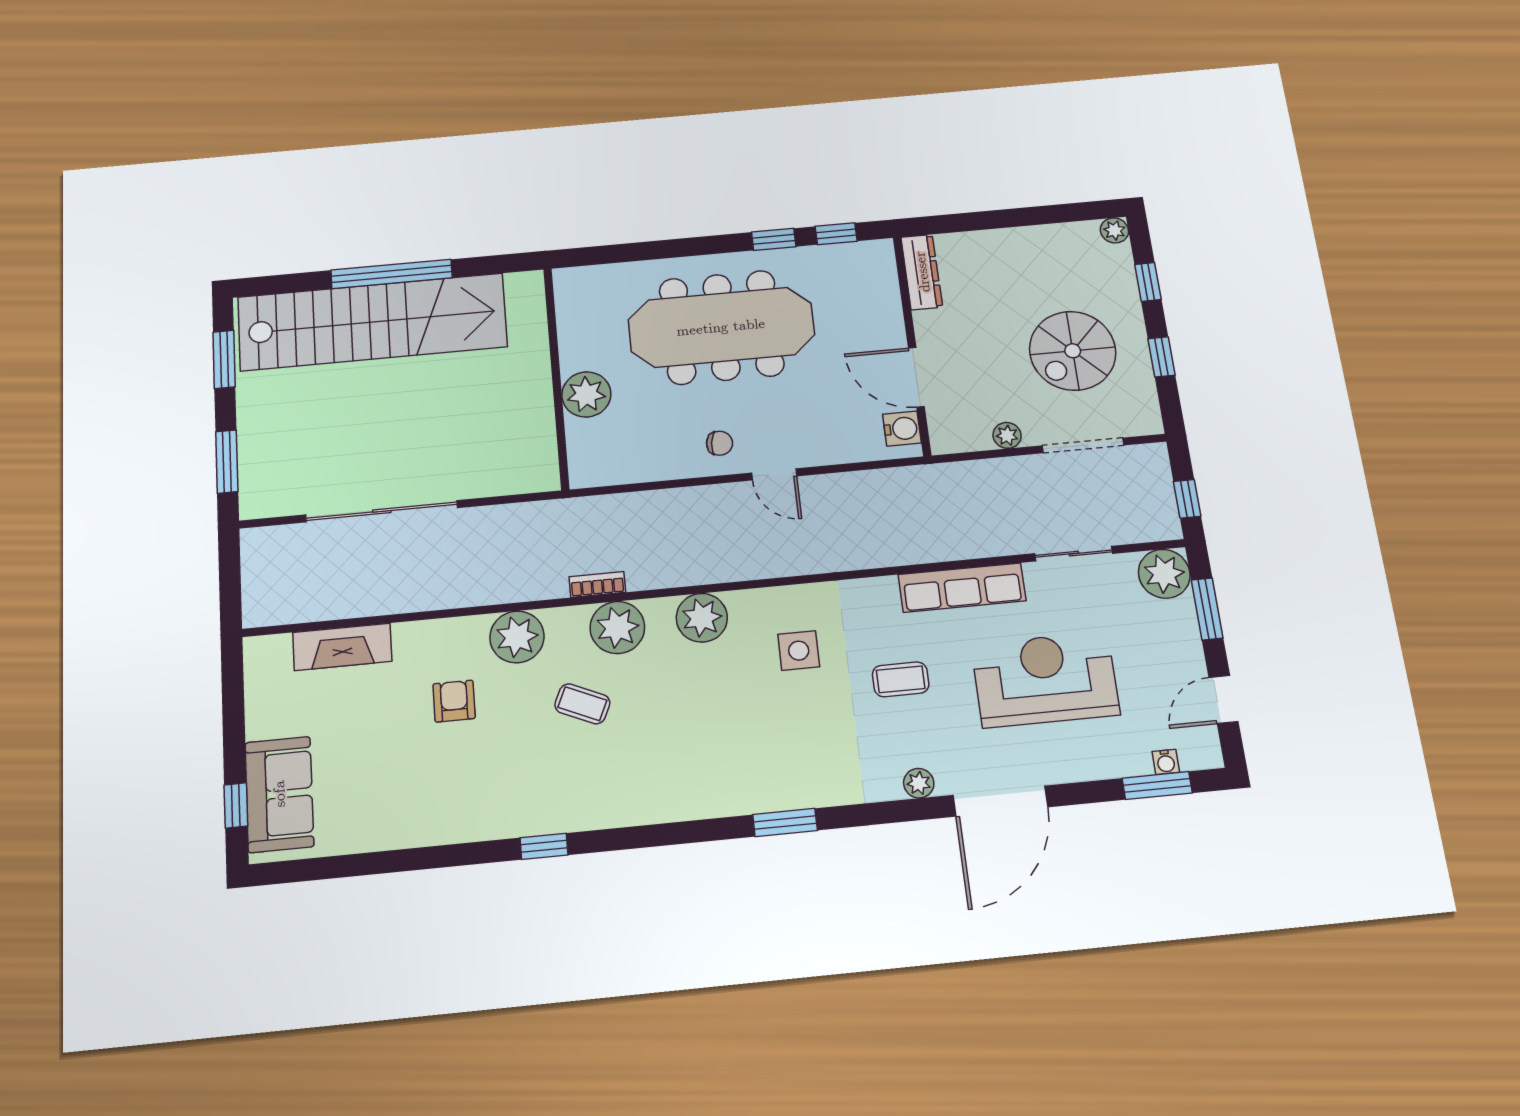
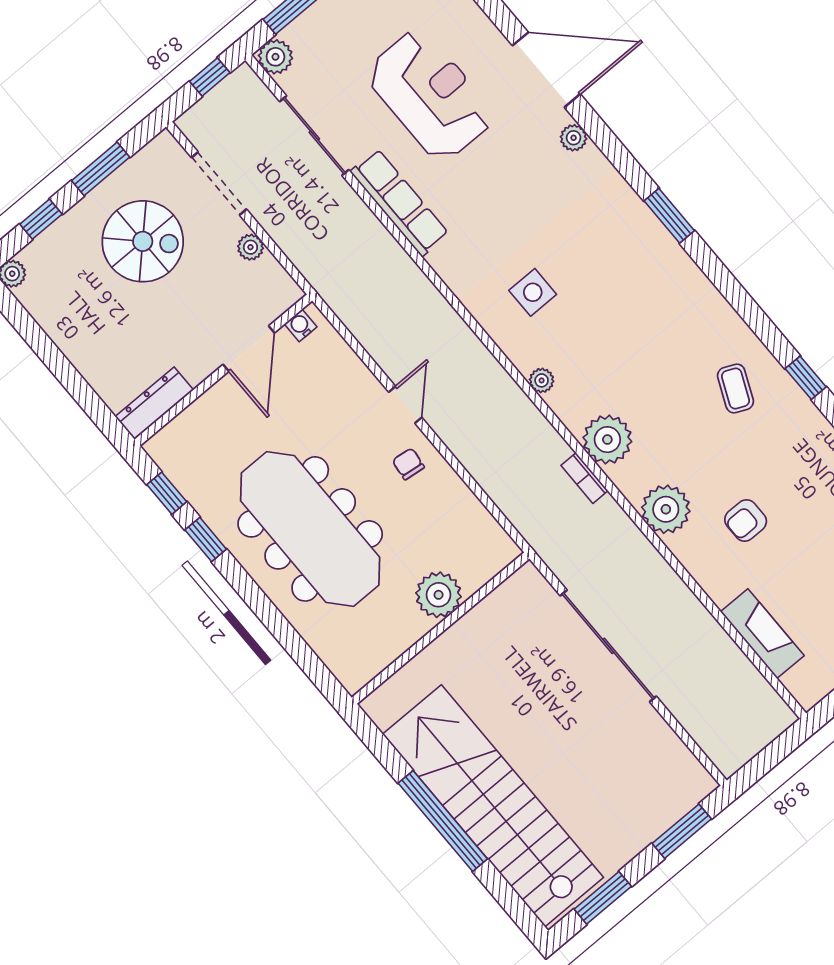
window: (1161, 357) -> (101, 169), width x1.50
water cooler: (902, 429) -> (301, 325), width x0.72, depth x0.72
sliding door: (382, 511) -> (608, 646), moved
sliding door: (1074, 554) -> (314, 136), width x1.37
plant: (1164, 574) -> (275, 57), width x0.73, depth x0.73
plant: (702, 618) -> (542, 380), width x0.53, depth x0.53
coffee table: (901, 679) -> (503, 202), removed
reception desk: (1045, 679) -> (430, 95), turned 180
coffee table: (582, 704) -> (735, 389), moved

